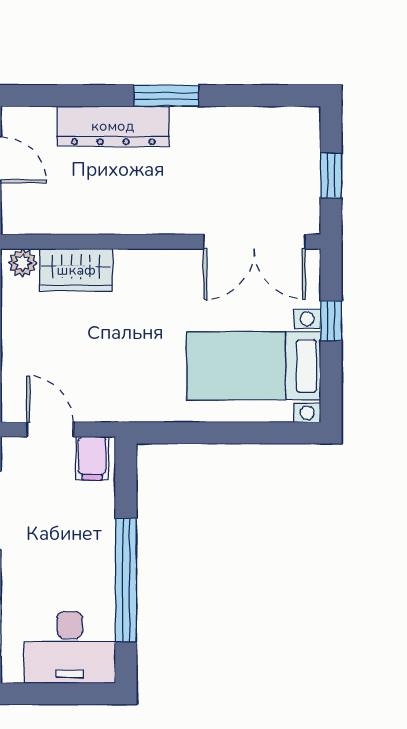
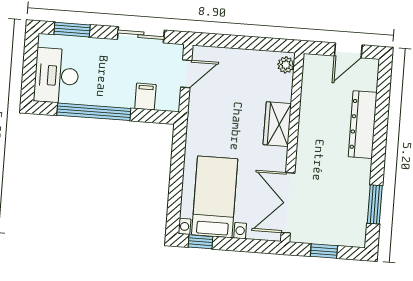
window: (166, 96) -> (375, 204), moved
wardrobe: (76, 270) -> (277, 124), moved
window: (331, 321) -> (200, 242), moved
filing cabinet: (92, 458) -> (145, 97), moved, turned 90

